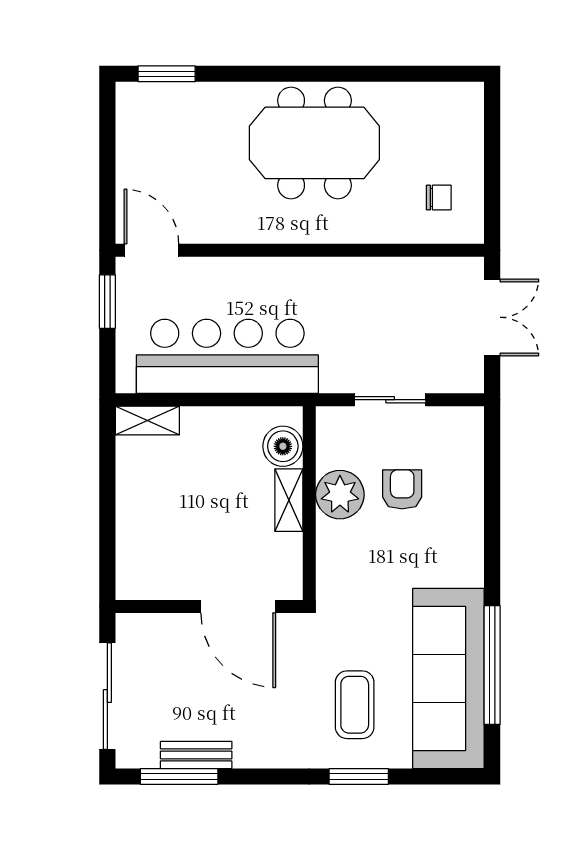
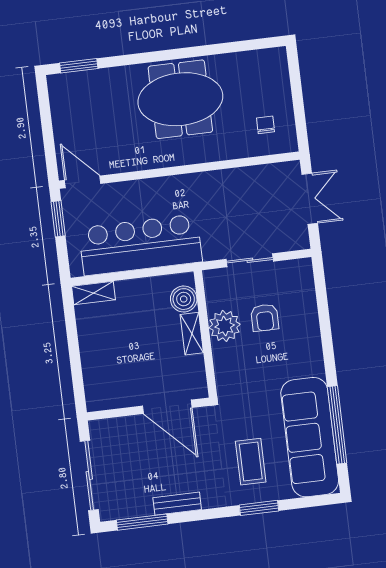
chair: (439, 198) -> (265, 125), turned -90
armchair: (402, 489) -> (265, 318), turned 180
bench: (196, 755) -> (177, 504), moved

